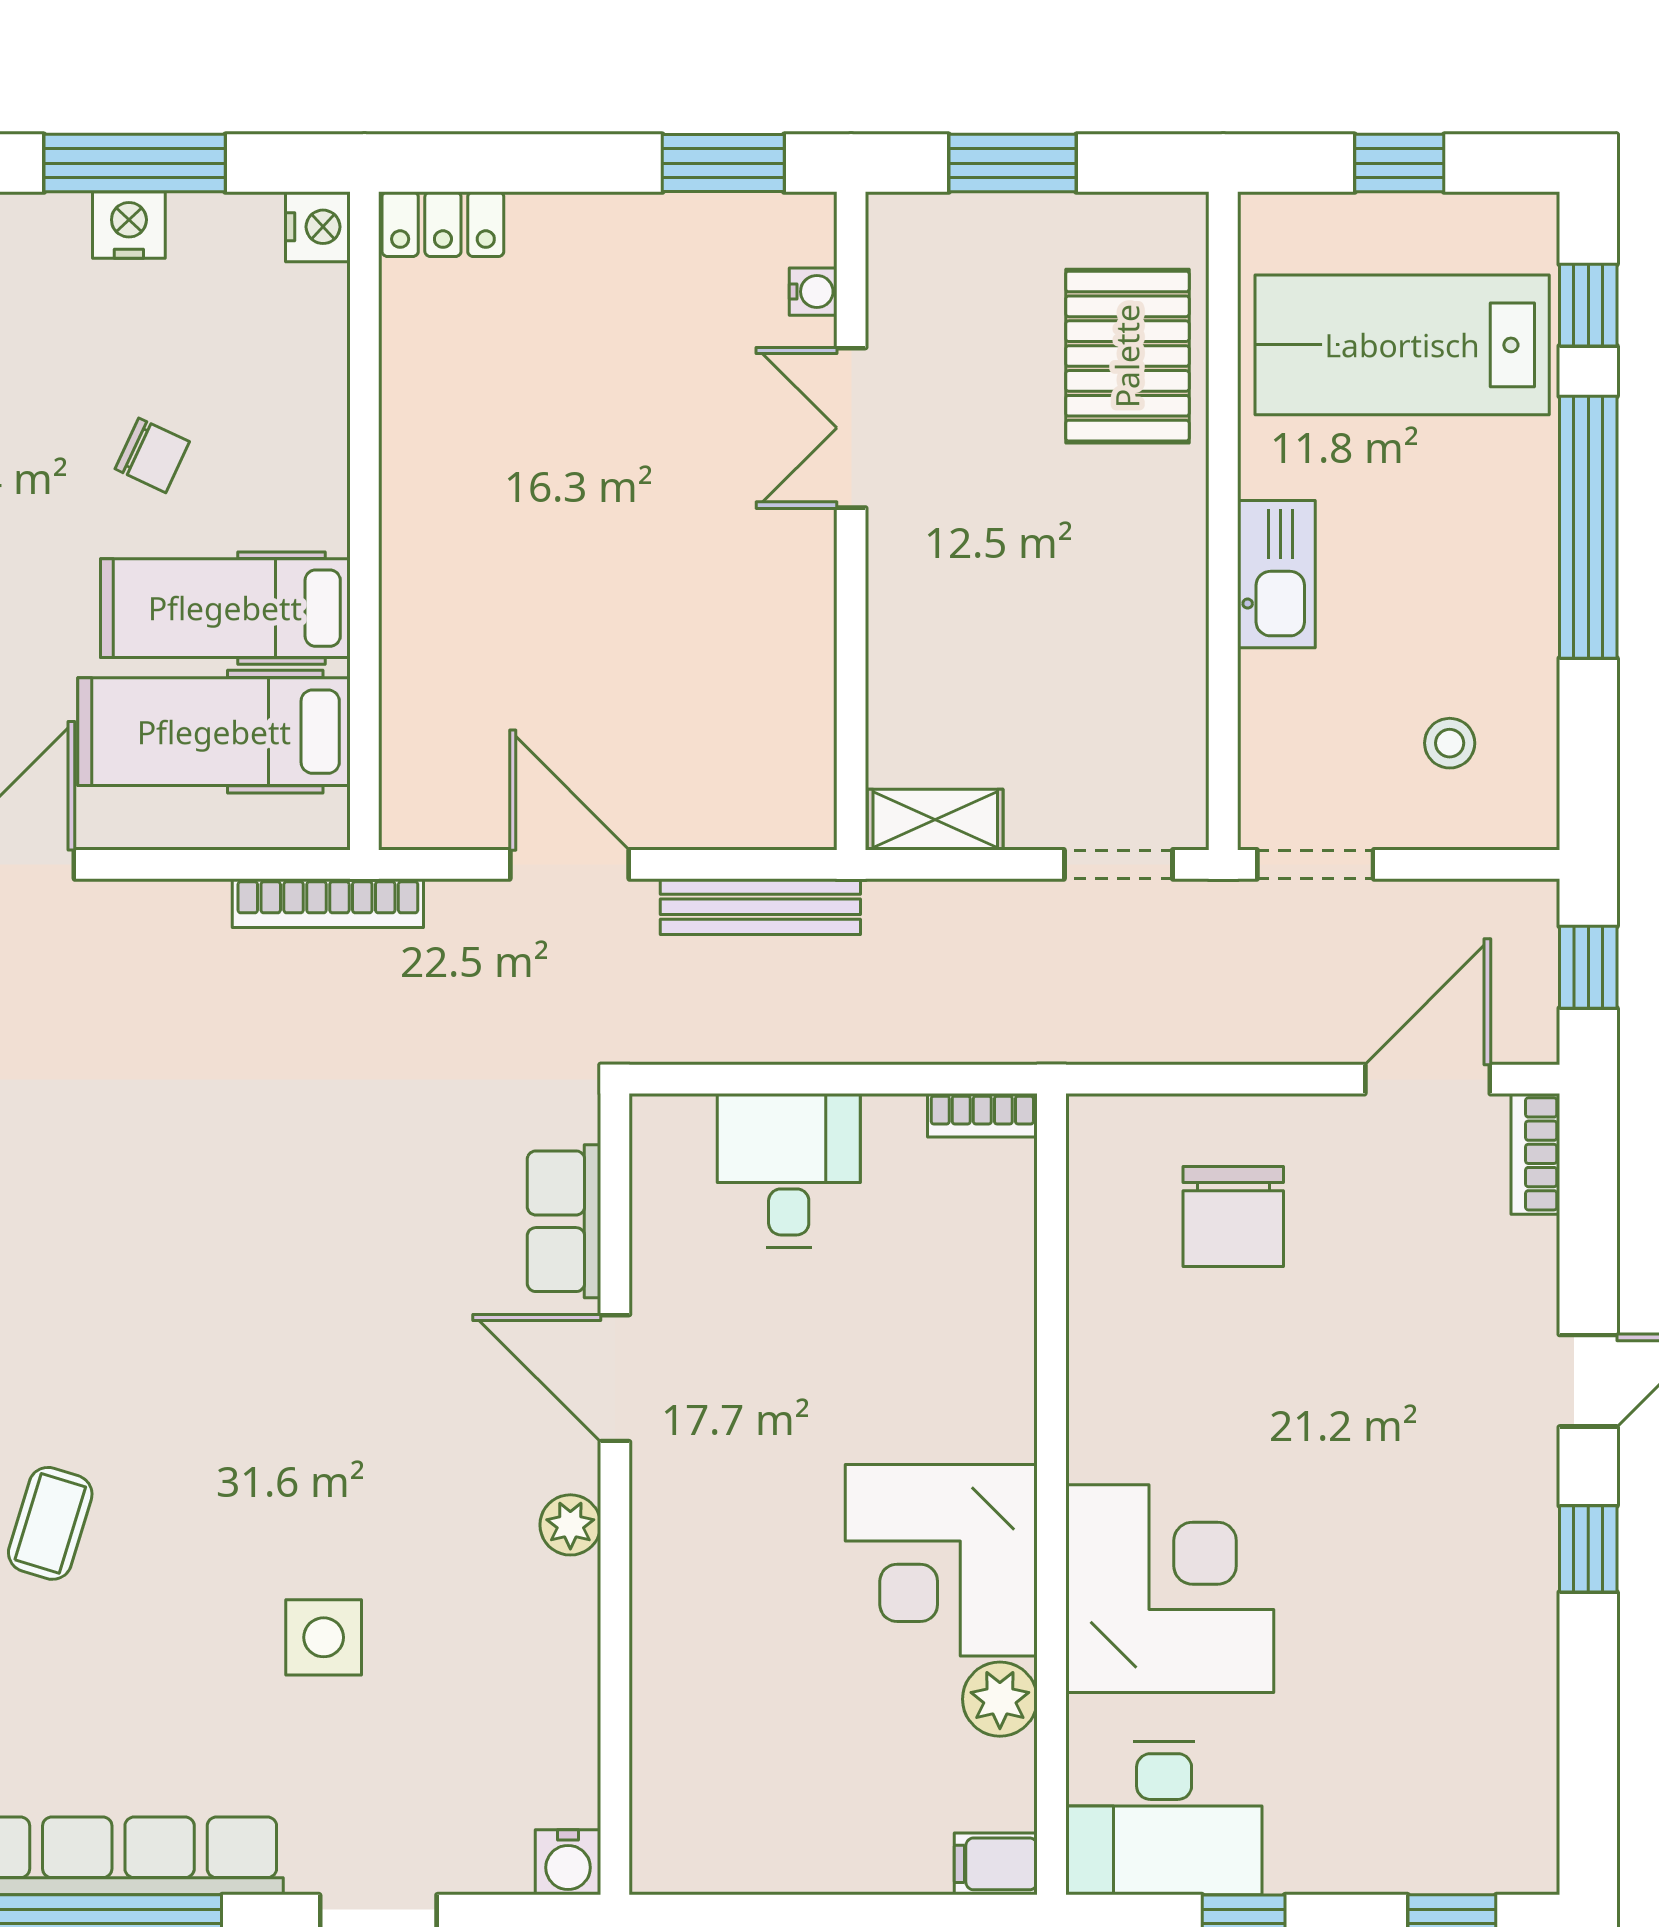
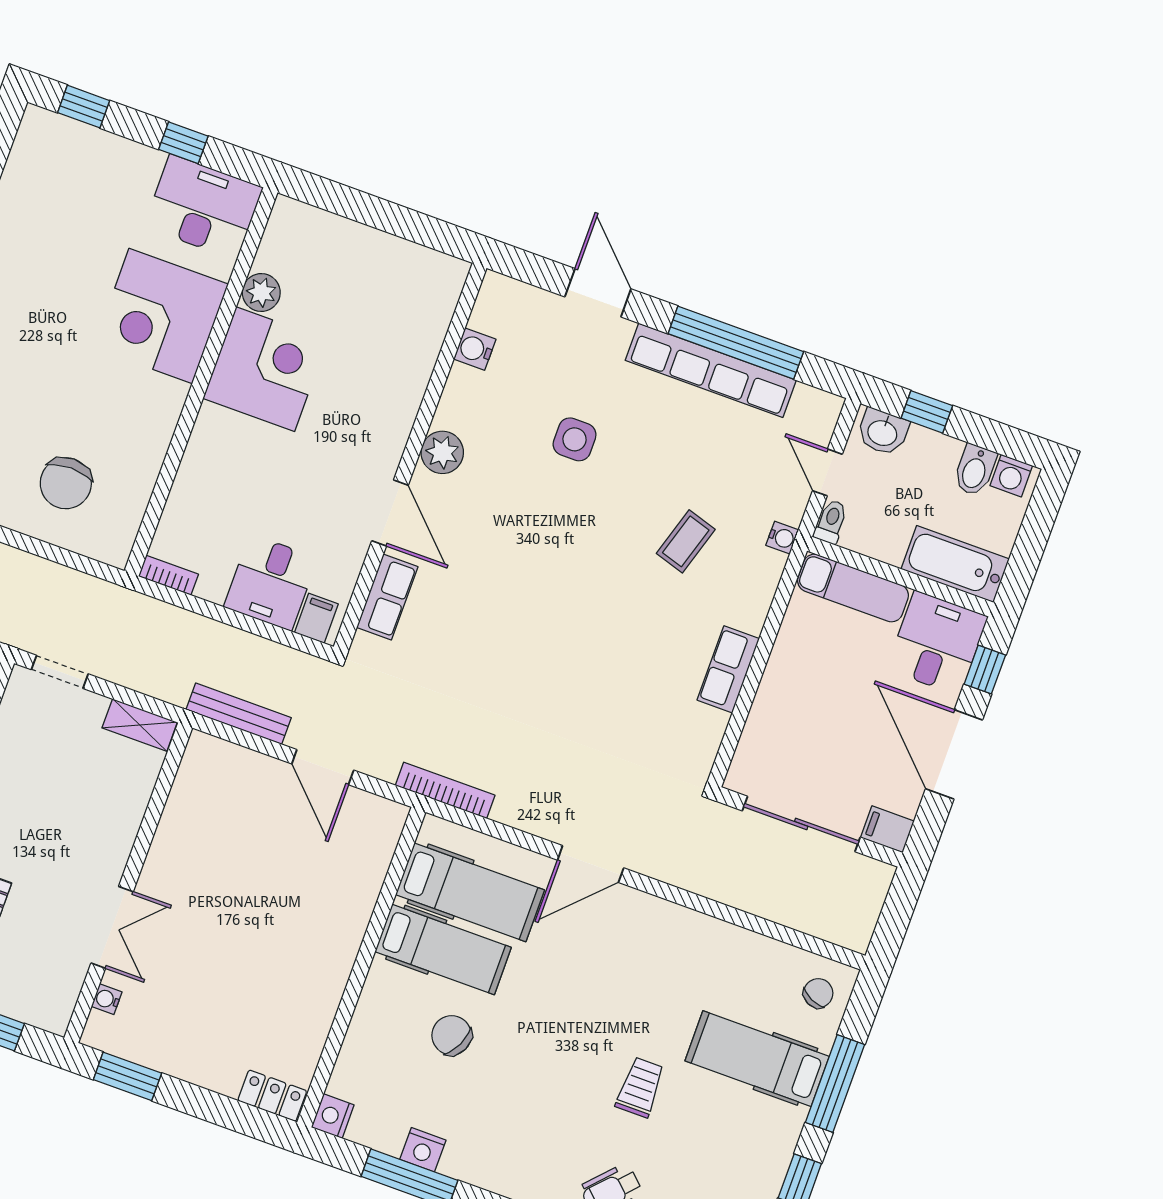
chair: (152, 455) -> (452, 1035), width x1.37, depth x1.37
chair: (1233, 1217) -> (66, 483), turned 180
plant: (570, 1525) -> (442, 452), width x1.38, depth x1.38
water cooler: (568, 1862) -> (475, 349), moved, turned -90
filing cabinet: (996, 1864) -> (316, 618), moved, turned -90

